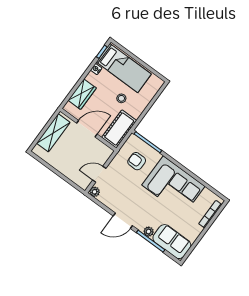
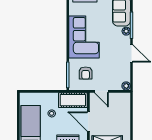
door: (99, 174) -> (101, 91), moved

